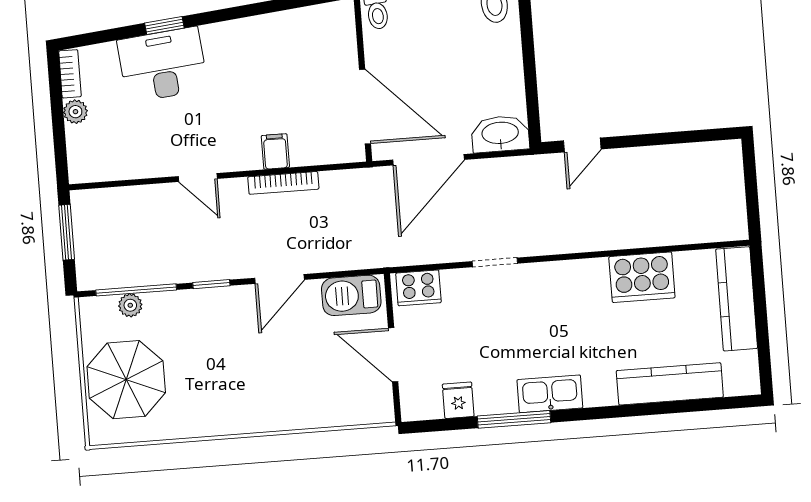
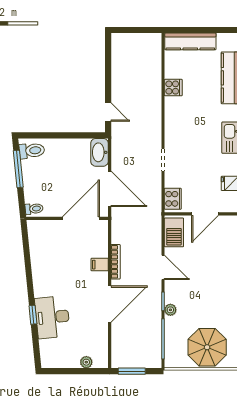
bookcase: (70, 74) -> (53, 363), removed
plant: (75, 112) -> (86, 362), moved
door: (198, 178) -> (110, 304), width x1.88
cooker: (642, 277) -> (173, 88), width x0.53, depth x0.76
plant: (130, 305) -> (170, 310), moved

